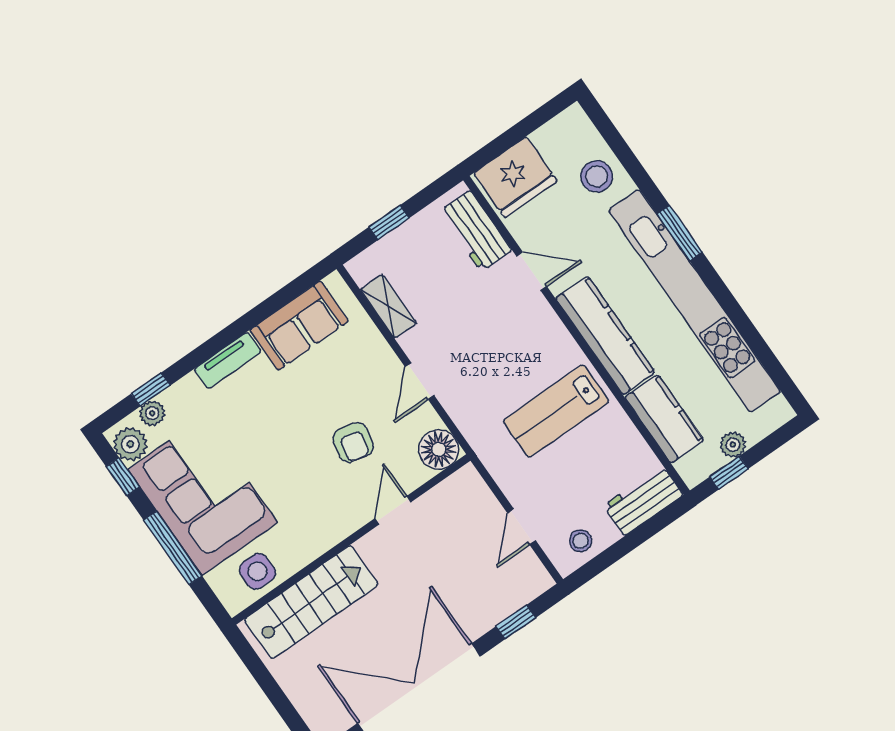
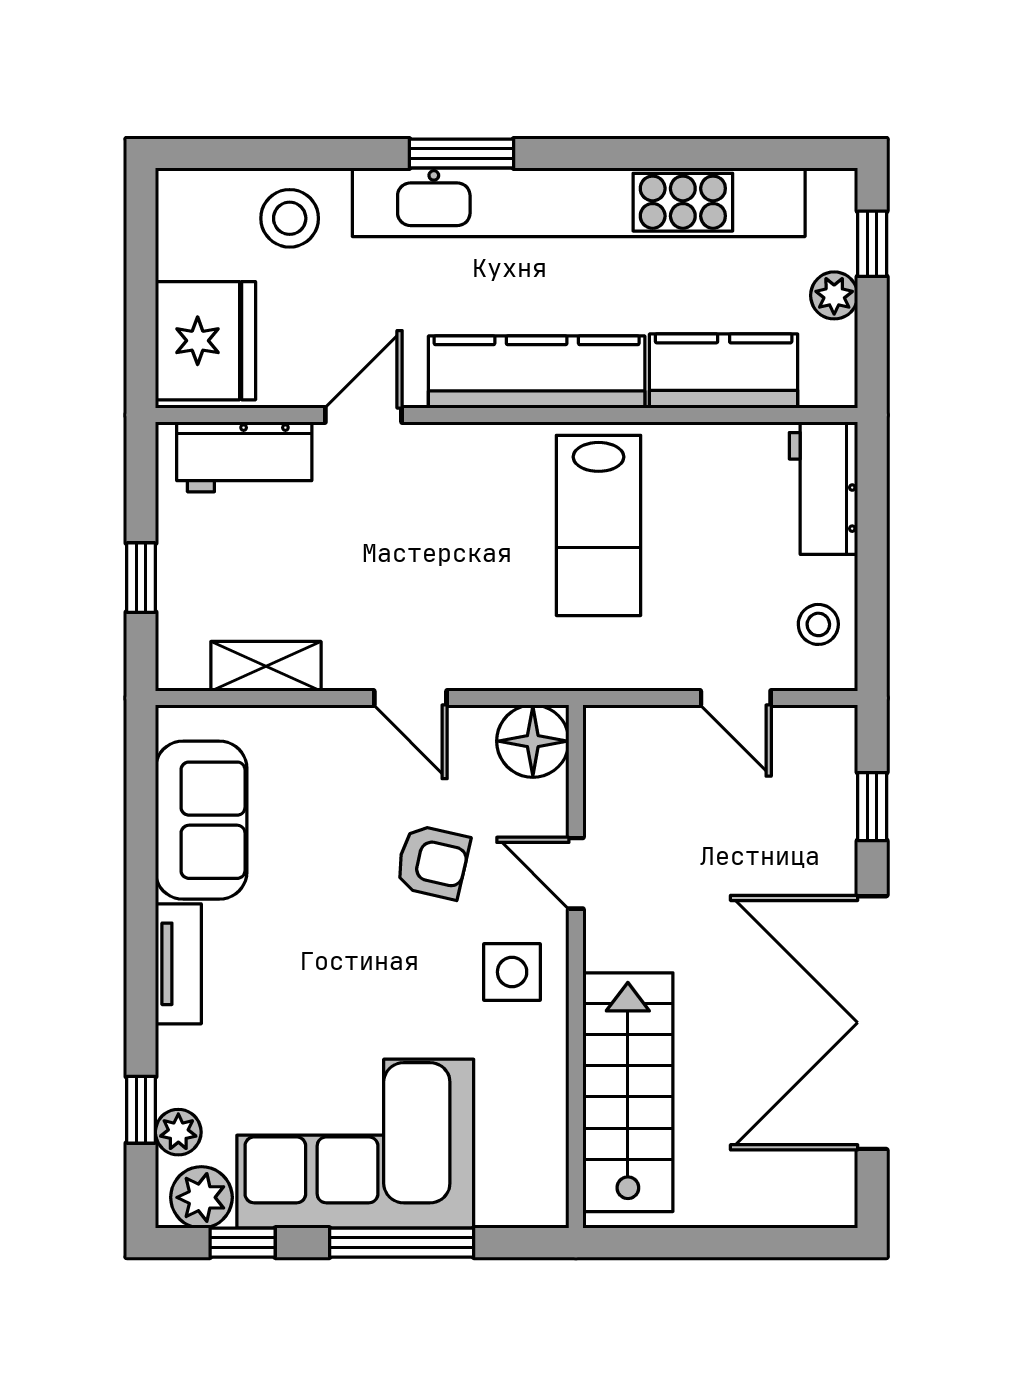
window: (729, 473) -> (872, 244), moved
side table: (257, 571) -> (512, 972), moved

